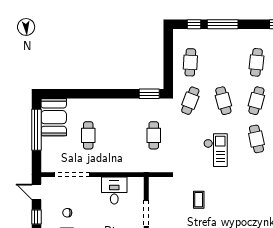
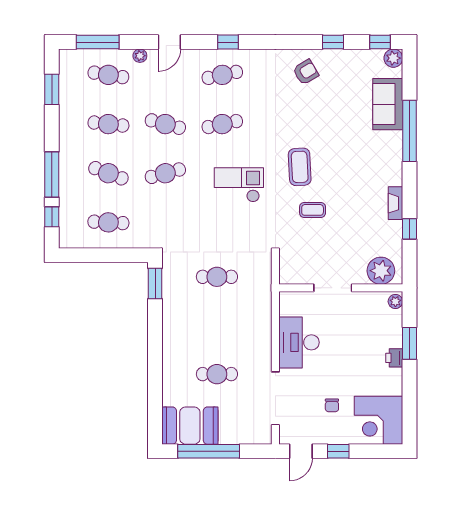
cafe table: (190, 101) -> (108, 173), moved
desk: (114, 191) -> (299, 342), width x1.37
coffee table: (228, 191) -> (300, 167), added

